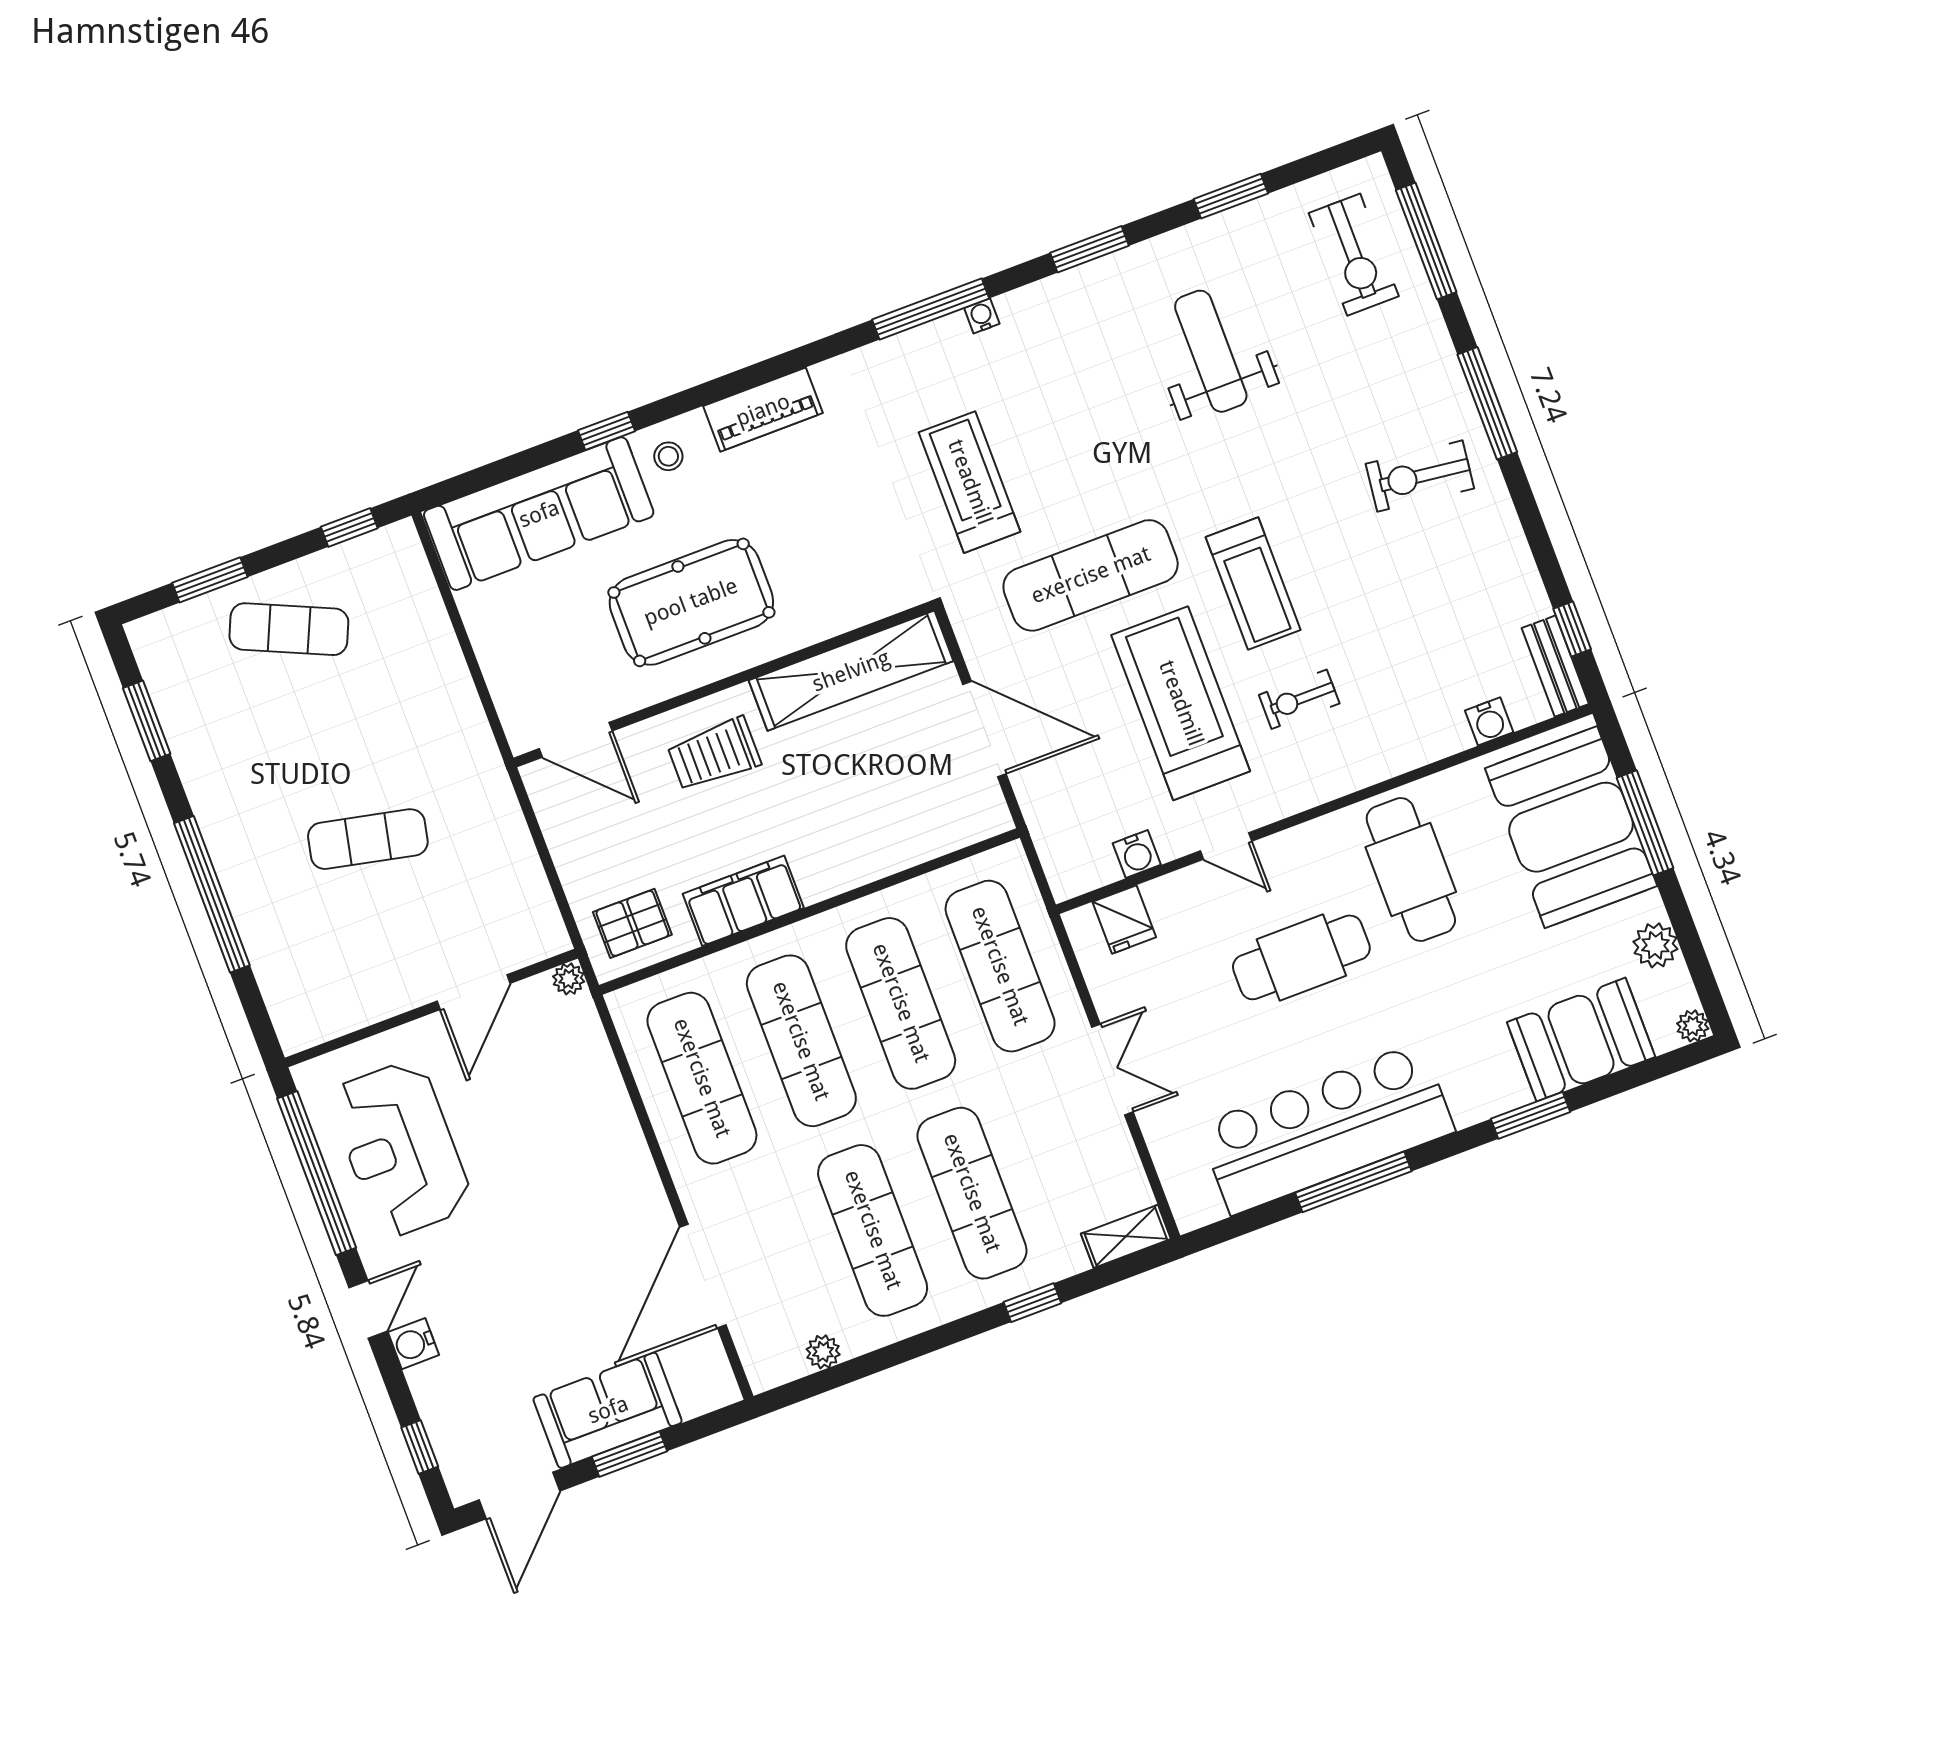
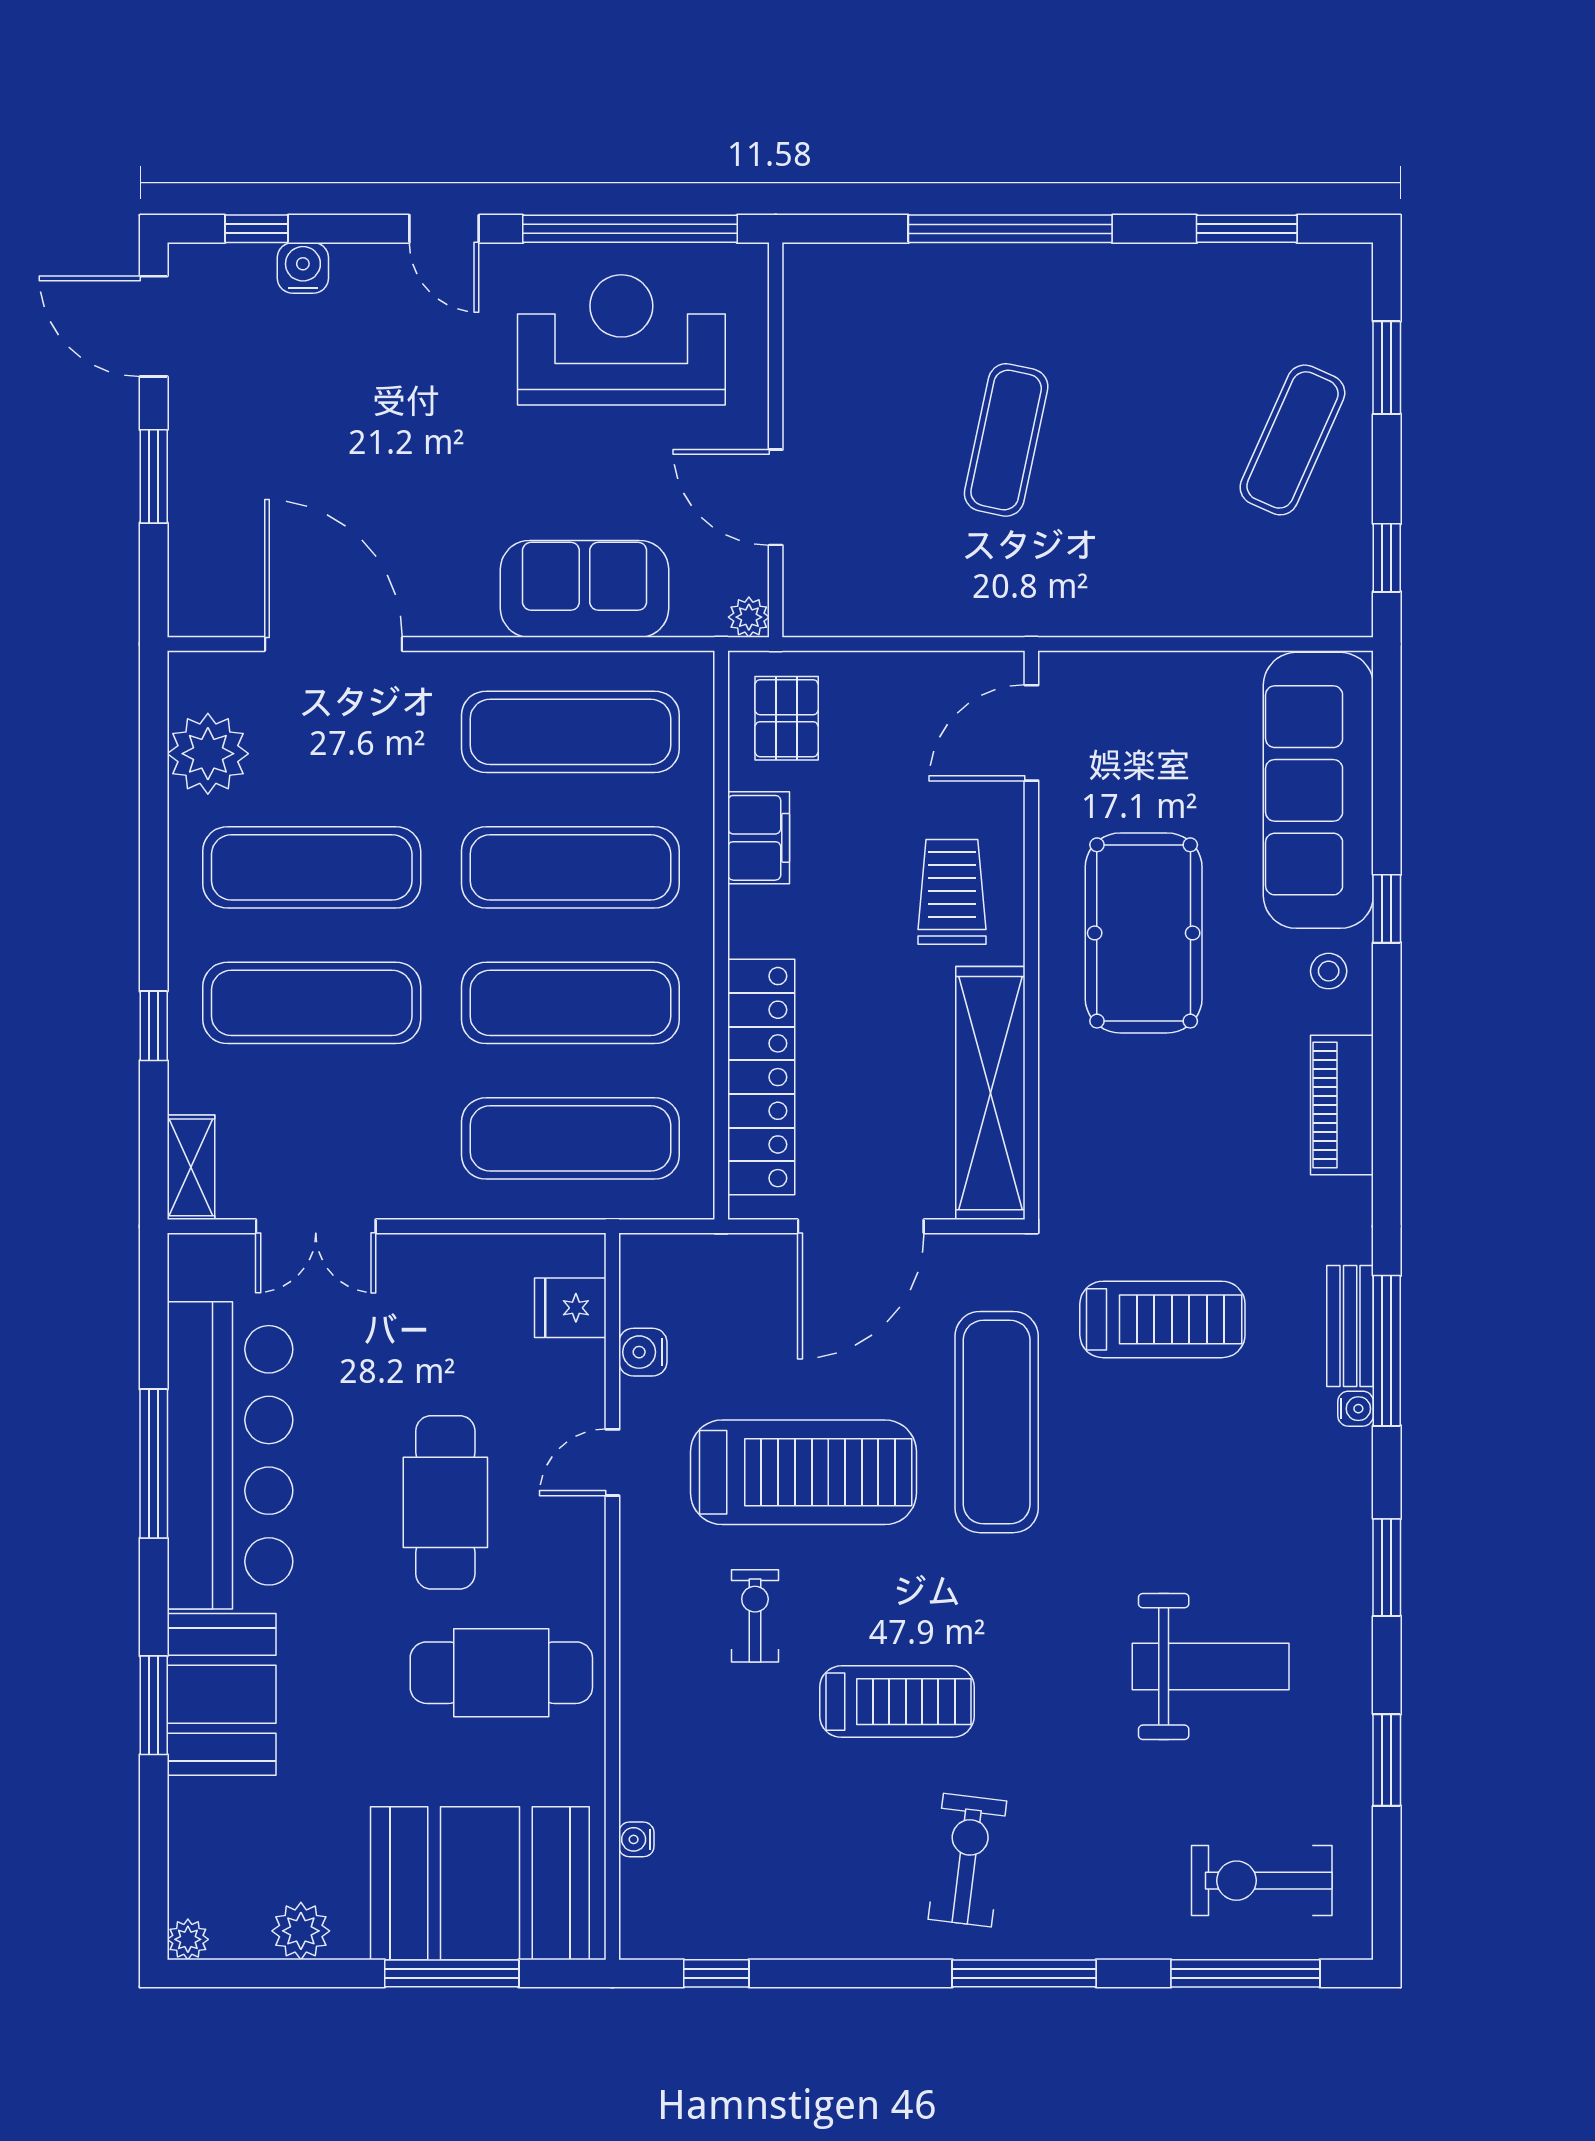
treadmill: (1253, 583) -> (897, 1702), moved, turned 180
bench: (1555, 666) -> (1350, 1326), moved, turned 90
water cooler: (1489, 721) -> (636, 1839), width x0.72, depth x0.72
locker: (902, 843) -> (761, 1077), added
filing cabinet: (743, 901) -> (759, 838), width x0.67, depth x0.86
booth: (1581, 1040) -> (222, 1694), moved
double door: (1112, 1069) -> (316, 1226), moved
water cooler: (413, 1344) -> (303, 268), moved
plant: (823, 1352) -> (208, 754), width x1.87, depth x1.87
sofa: (608, 1410) -> (585, 589), moved, turned -90

